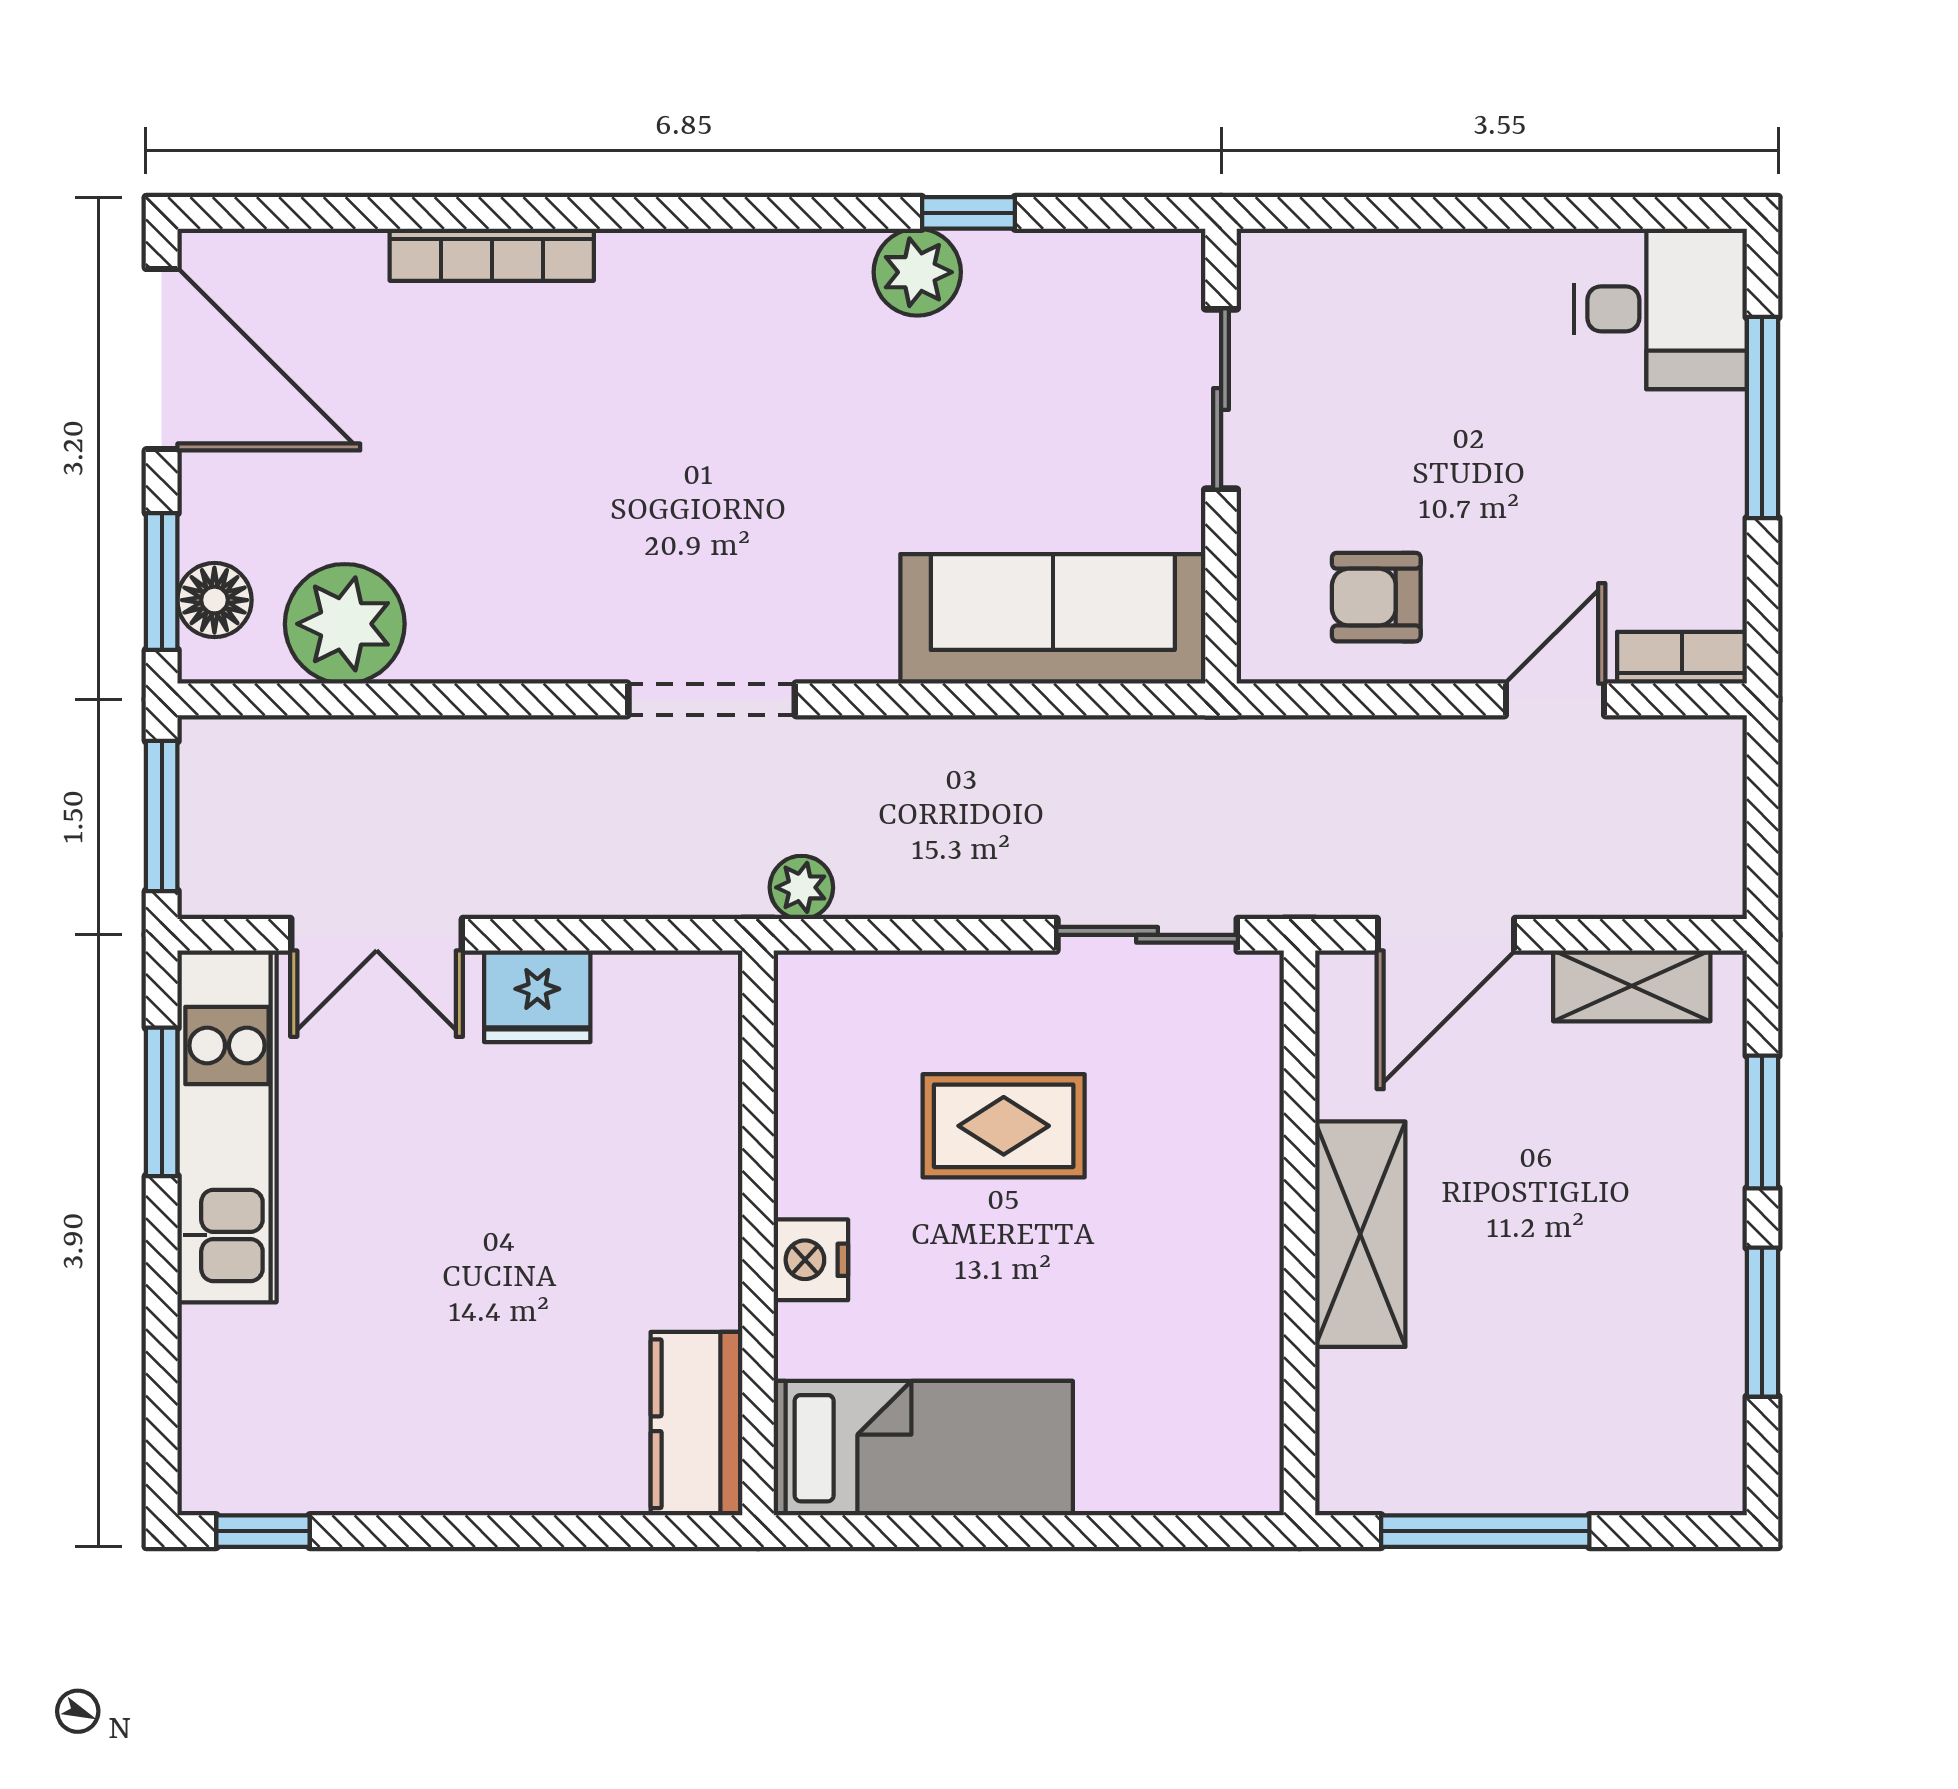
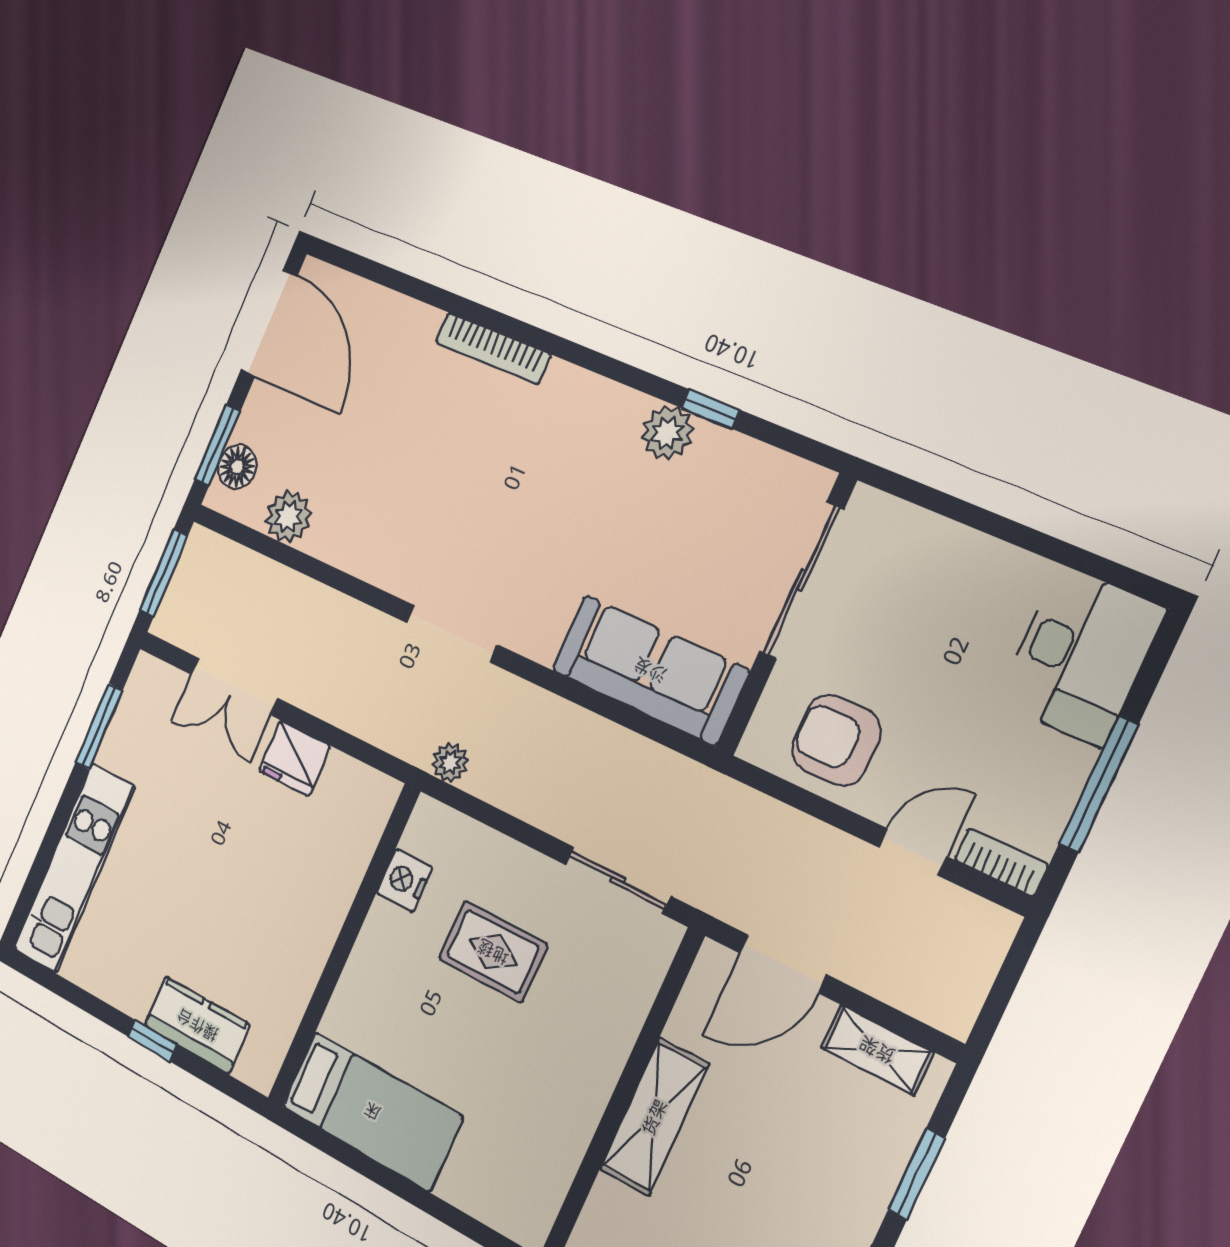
bookcase: (492, 255) -> (493, 348), moved
desk: (1660, 309) -> (1081, 656), width x1.37
sliding door: (1221, 399) -> (802, 580), width x1.37
window: (1762, 418) -> (1099, 784), moved
armchair: (1376, 597) -> (836, 740), width x1.38, depth x1.38
plant: (345, 624) -> (288, 517), width x0.73, depth x0.73
kitchen unit: (227, 1126) -> (74, 868), moved
nightstand: (811, 1260) -> (404, 880), moved
kitchen counter: (696, 1424) -> (197, 1025), moved, turned 90
window: (263, 1531) -> (153, 1041), moved

